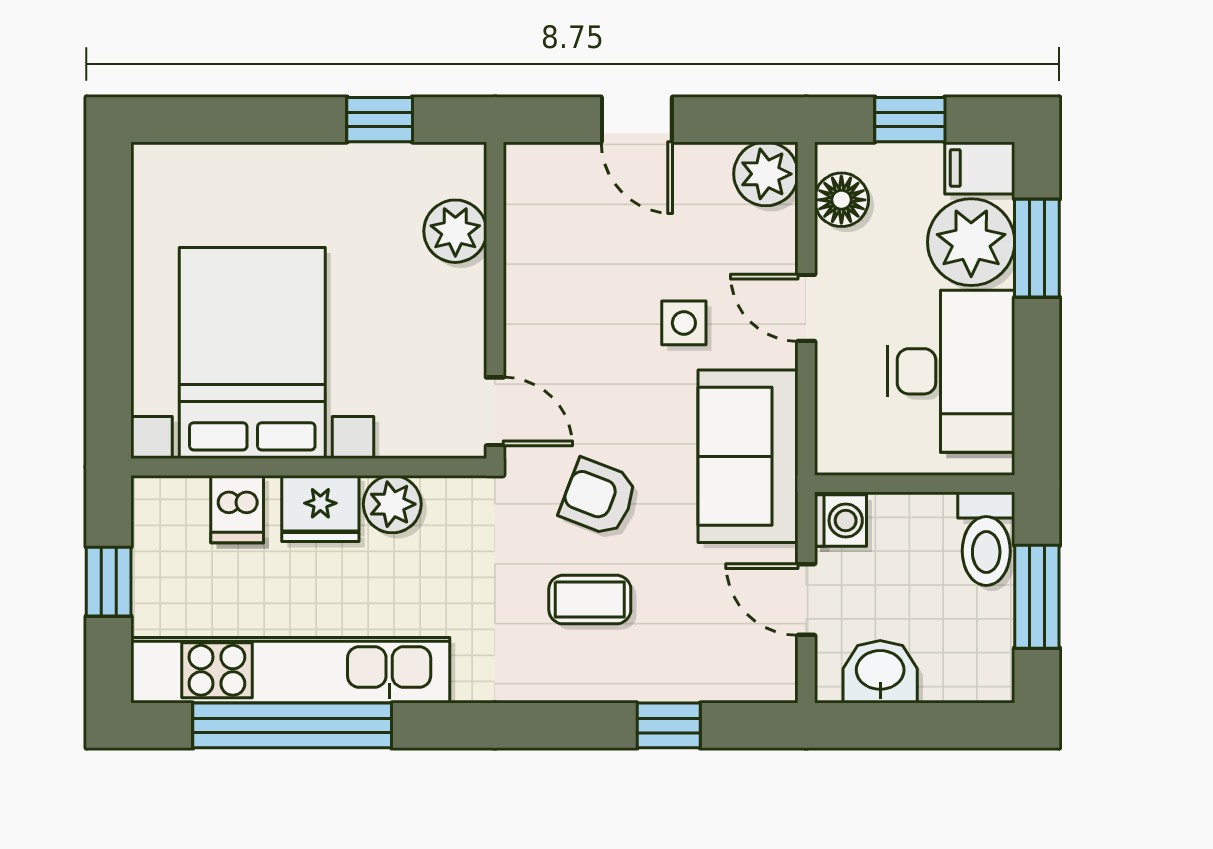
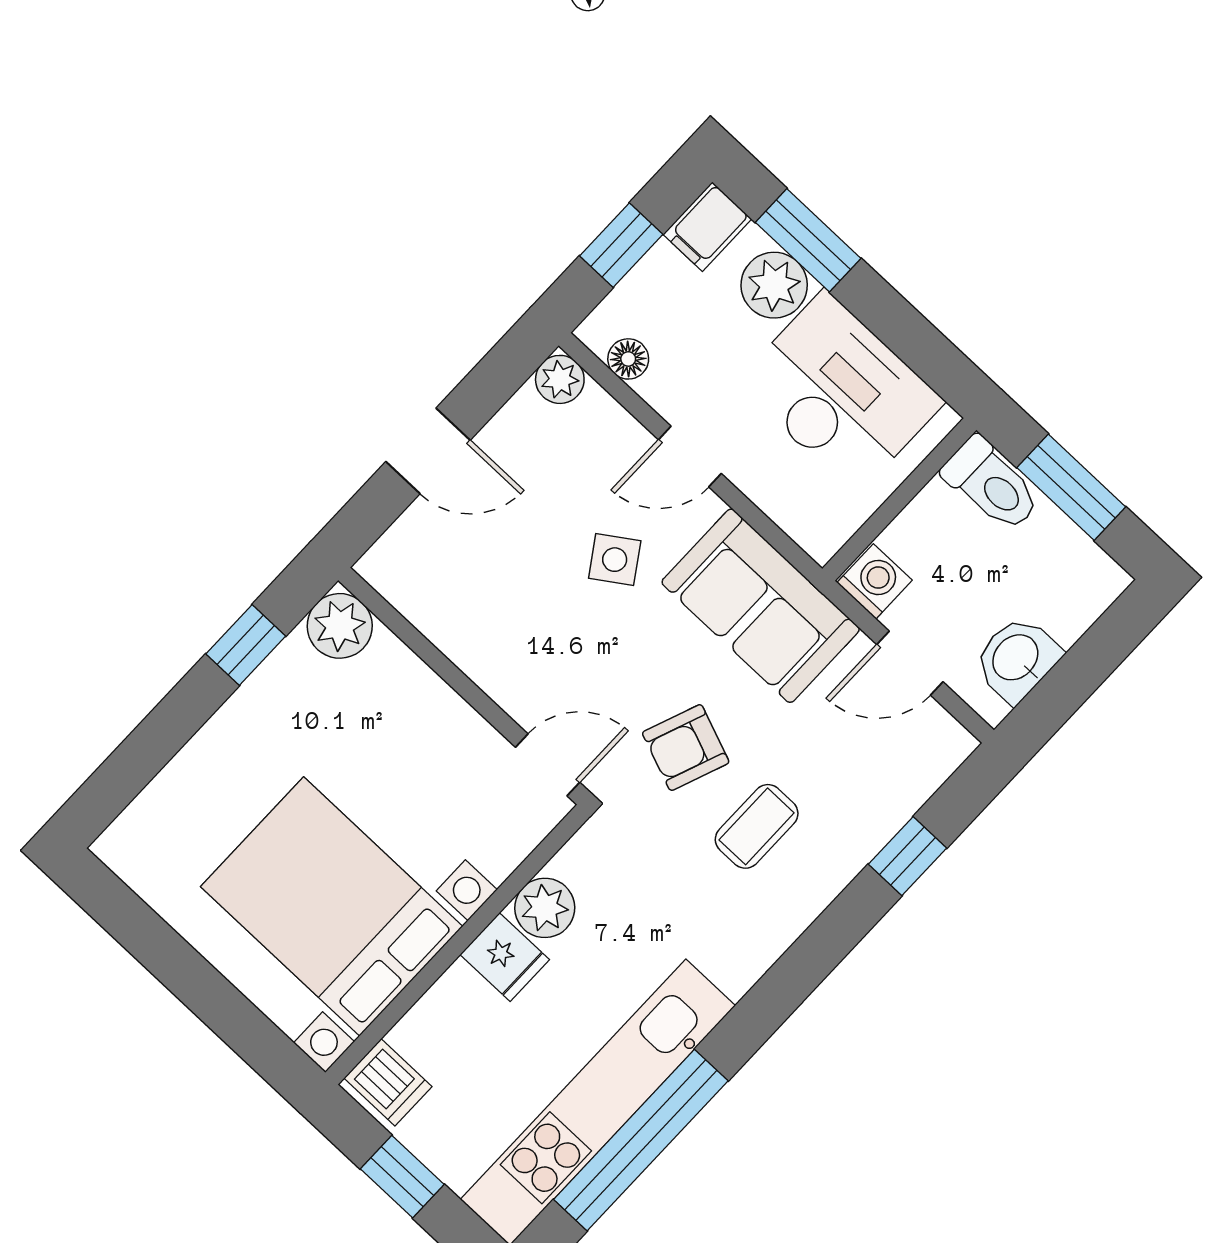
plant: (766, 174) -> (560, 379), width x0.73, depth x0.73
floor lamp: (841, 200) -> (628, 359), width x0.73, depth x0.73
plant: (455, 231) -> (340, 626), moved
plant: (971, 242) -> (774, 285), width x0.73, depth x0.73
side table: (684, 323) -> (615, 560), turned -34
dishwasher: (237, 509) -> (388, 1082), moved
fridge: (320, 509) -> (505, 957), width x0.72

